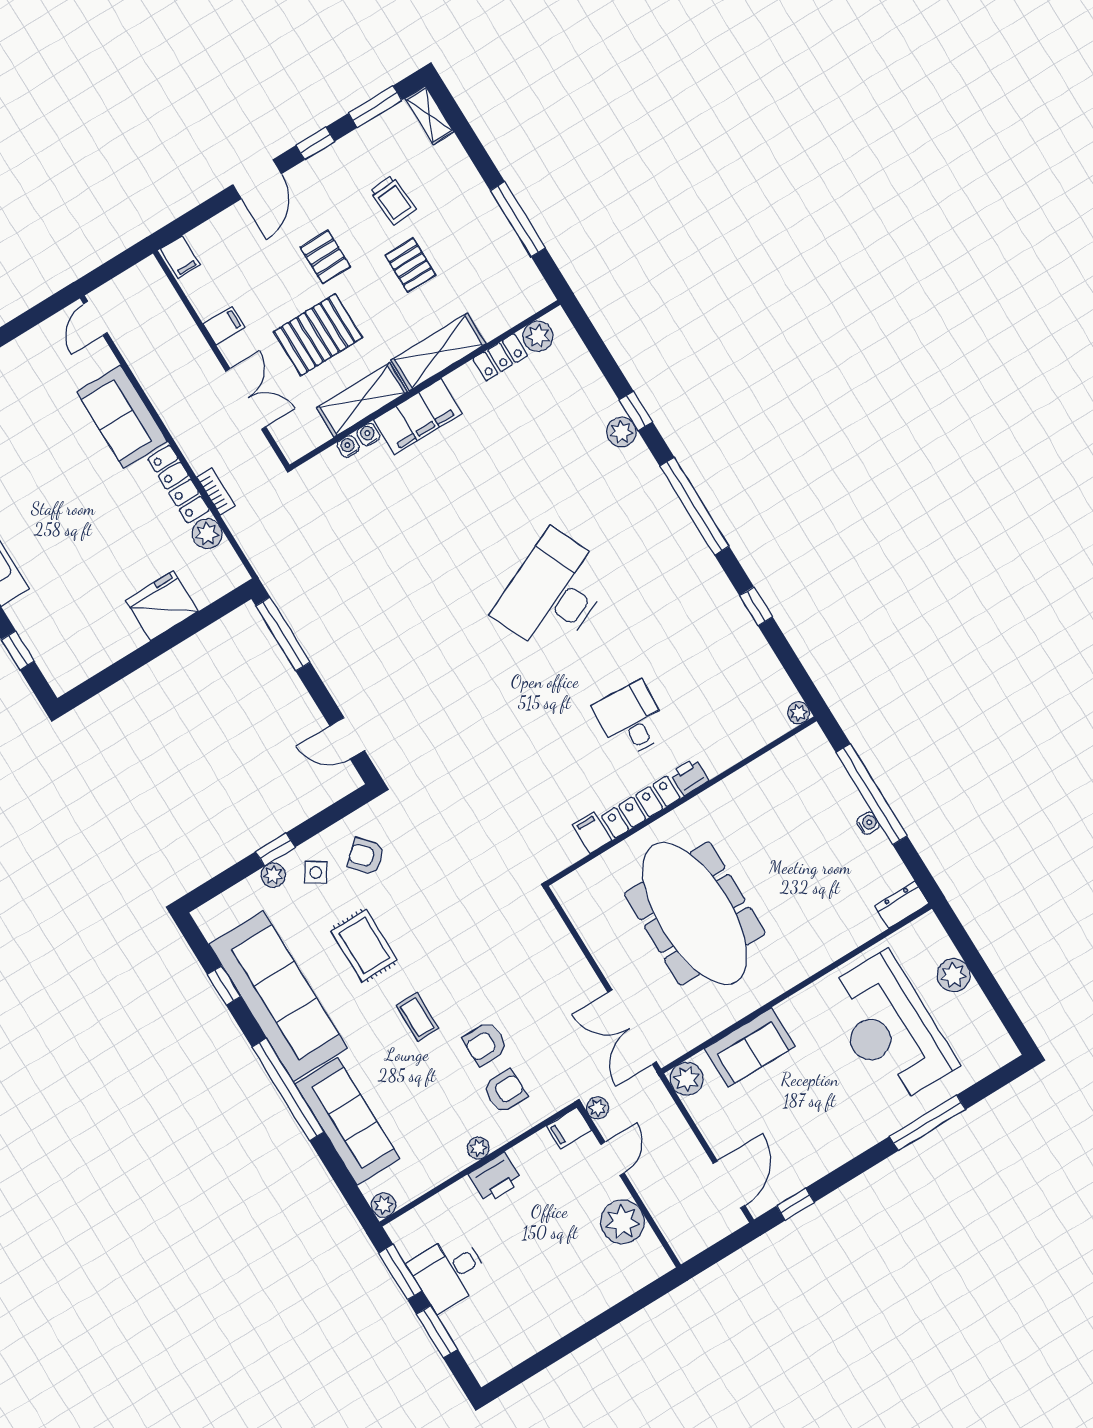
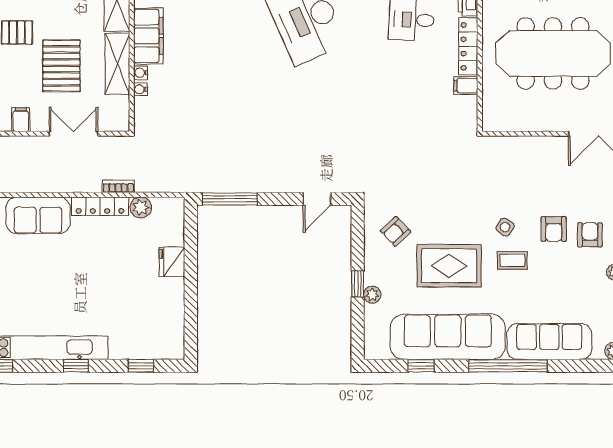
fridge: (162, 606) -> (172, 262), width x0.73, depth x0.75
side table: (316, 872) -> (505, 227), moved
rug: (364, 946) -> (449, 266), width x1.36, depth x1.43

